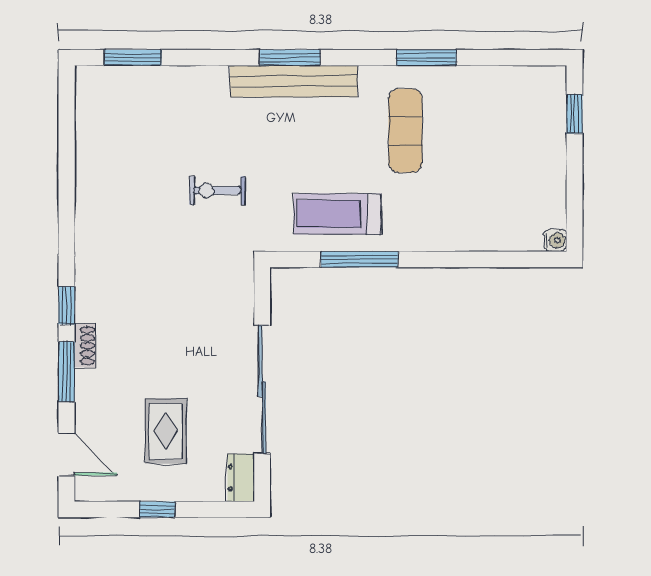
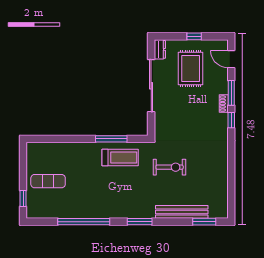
window: (426, 58) -> (84, 222), width x2.11
bench: (294, 81) -> (182, 212), moved
exercise mat: (405, 131) -> (48, 181), moved, turned 90
exercise bike: (217, 190) -> (170, 167), width x1.38, depth x1.39
water cooler: (555, 240) -> (31, 147), removed
rug: (166, 431) -> (191, 69), width x1.36, depth x1.43

